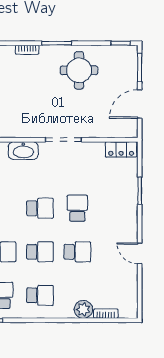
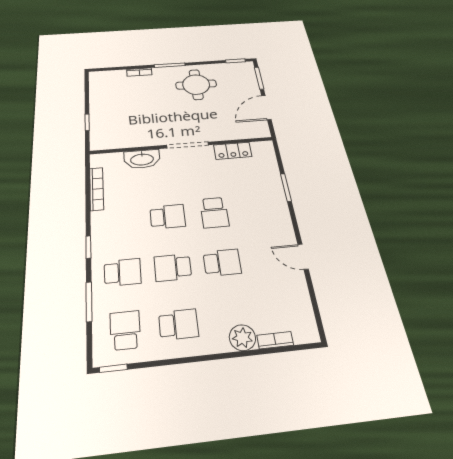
locker: (121, 149) -> (233, 151), moved
school desk: (77, 208) -> (214, 213), turned 180
school desk: (40, 252) -> (173, 267), turned 180

